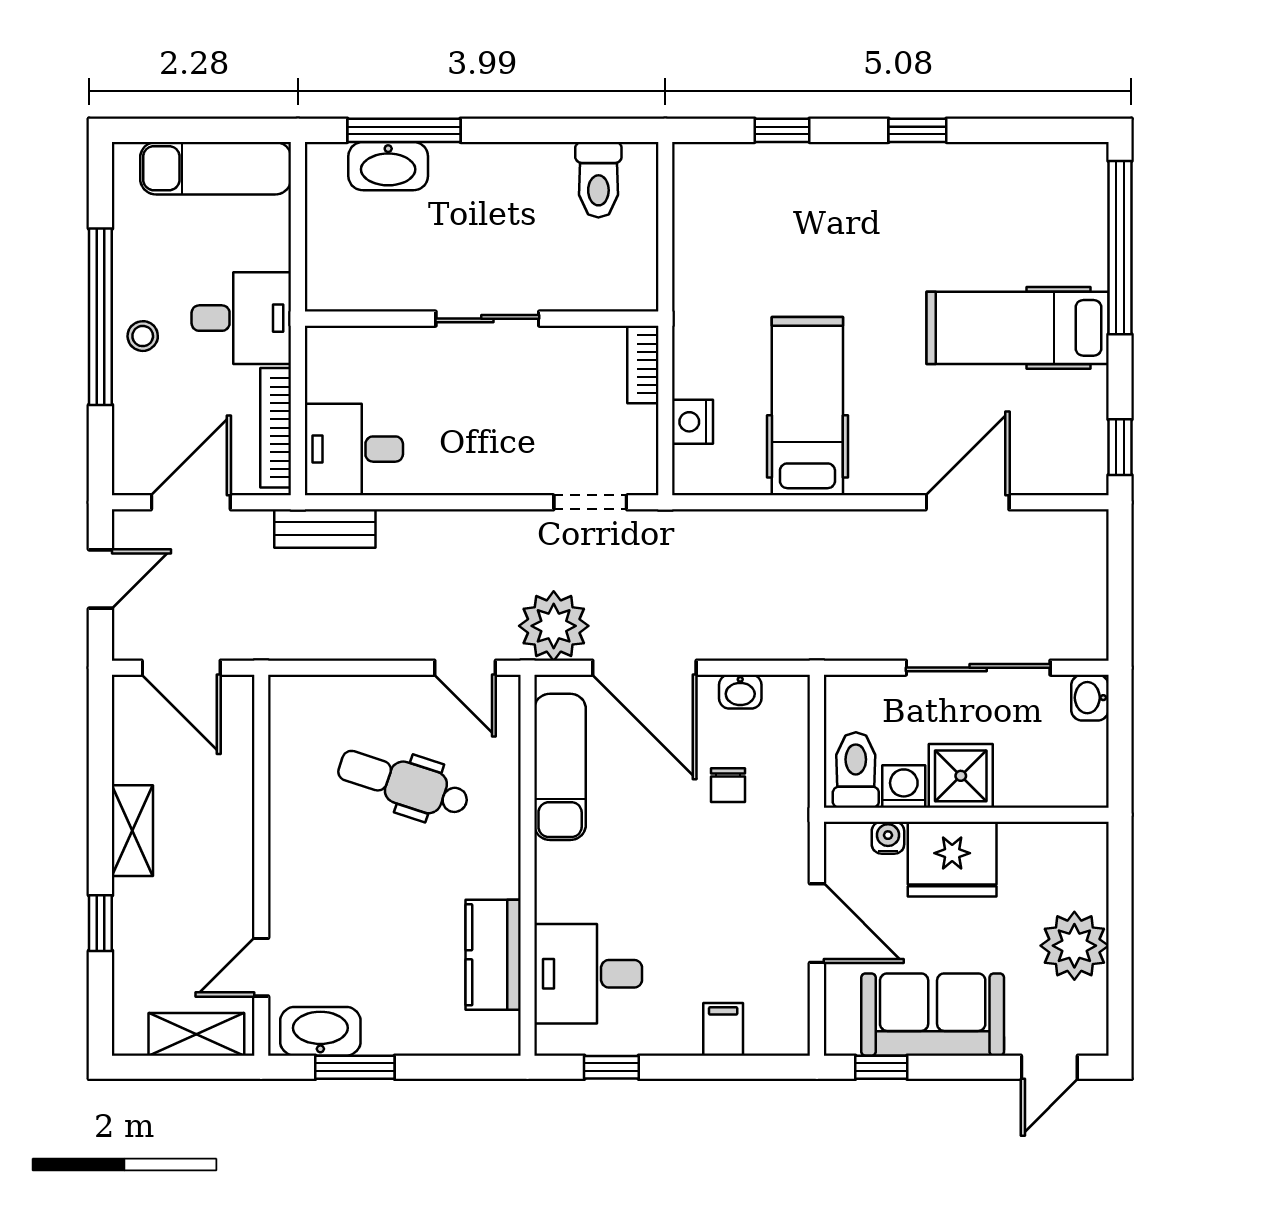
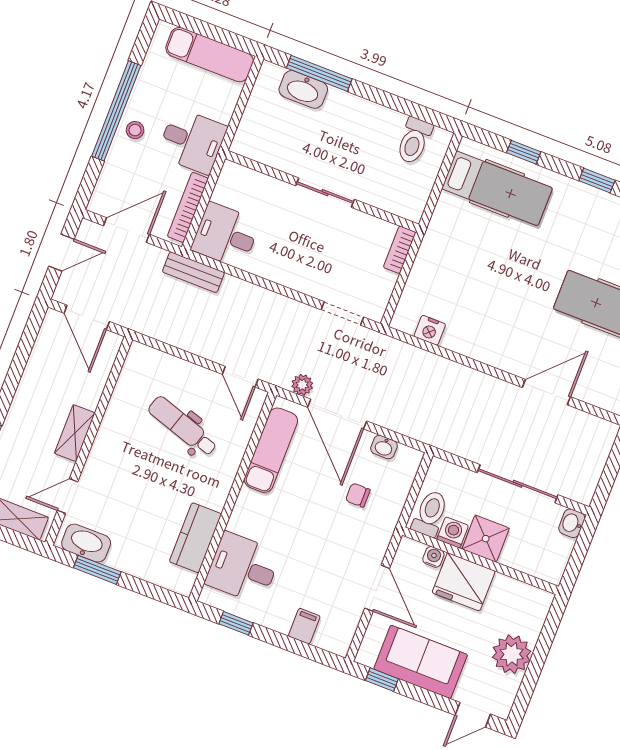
hospital bed: (807, 406) -> (497, 188), moved, turned 90
nightstand: (692, 422) -> (430, 330), moved, turned -90
plant: (554, 626) -> (302, 385), width x0.53, depth x0.53
chair: (728, 785) -> (358, 495), turned 90
shelving: (132, 831) -> (75, 433), moved

